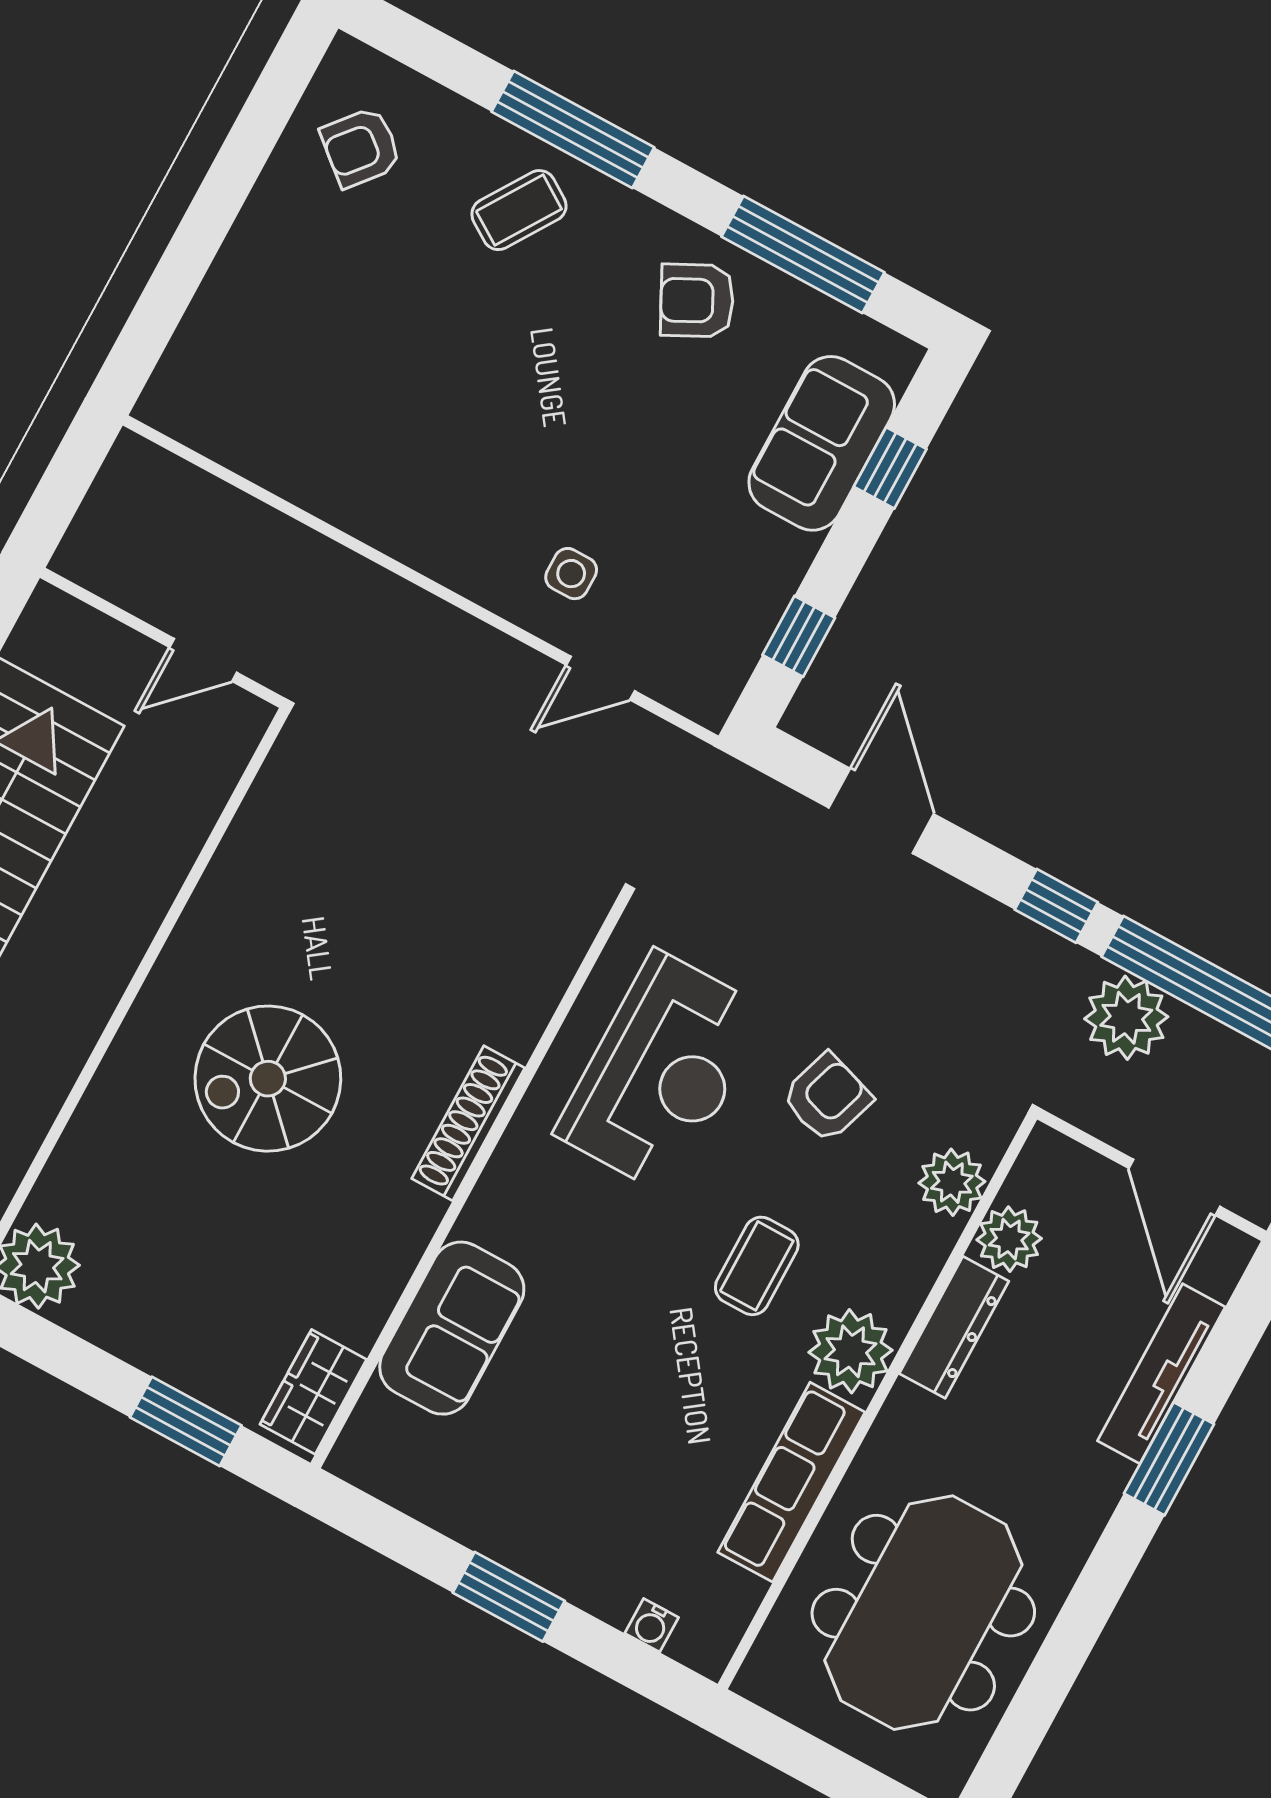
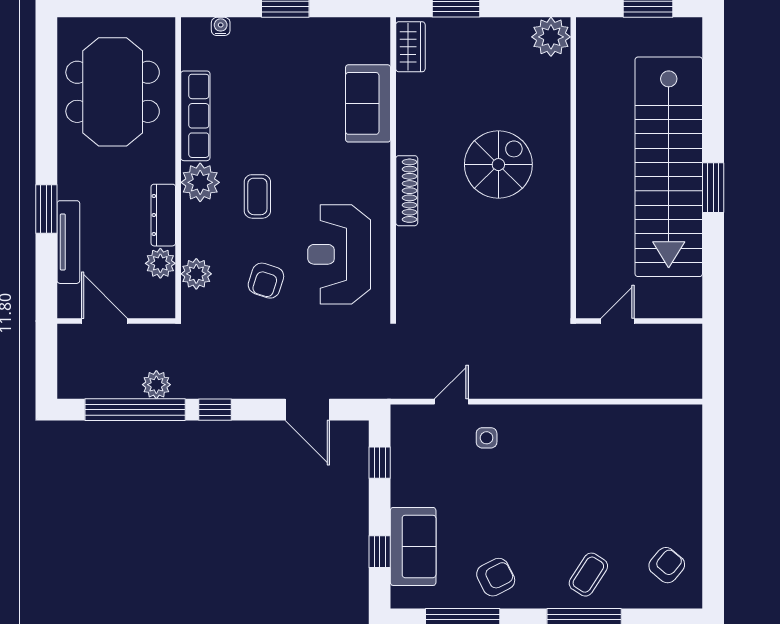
plant: (1126, 1018) -> (156, 385), width x0.73, depth x0.73

